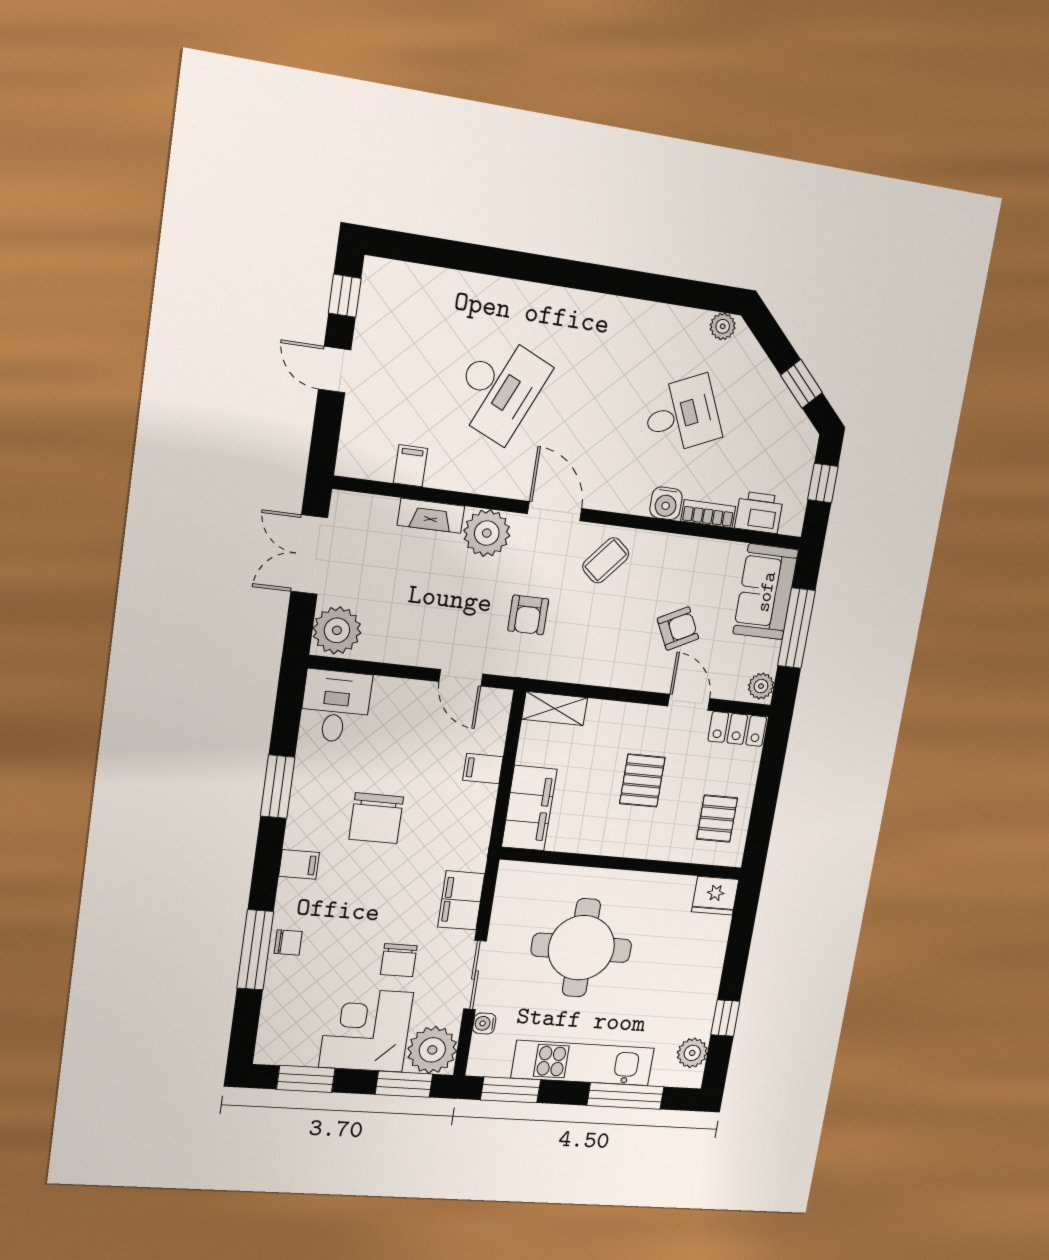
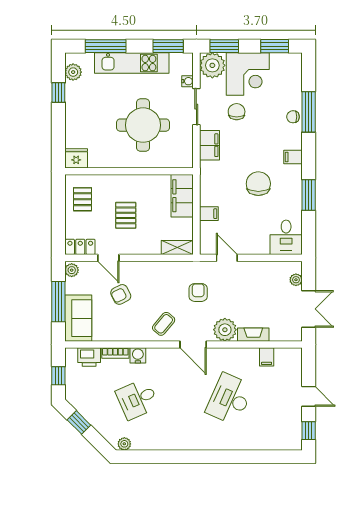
plant: (337, 630) -> (296, 280), width x0.53, depth x0.53

